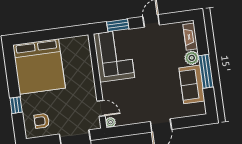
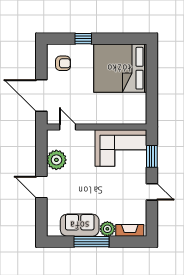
door: (101, 108) -> (68, 127), swing flipped
armchair: (42, 121) -> (63, 63), turned 90
plant: (111, 122) -> (56, 160), moved, width x1.87, depth x1.87

